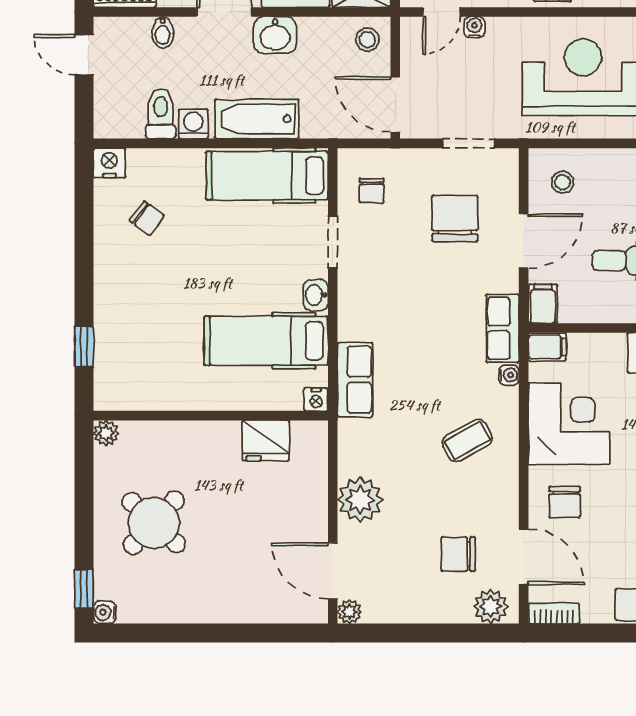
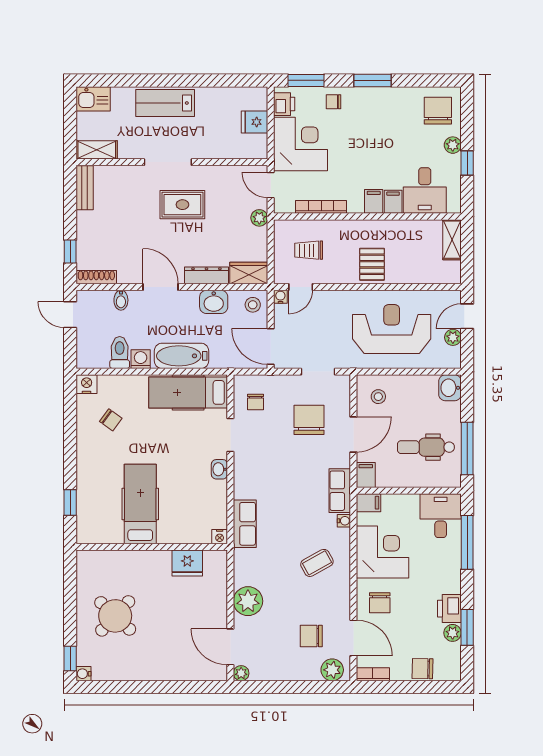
water cooler: (474, 27) -> (280, 297), moved
washbasin: (275, 35) -> (214, 302), moved
hospital bed: (266, 341) -> (140, 504), moved, turned 90
plant: (106, 433) -> (84, 558), removed

